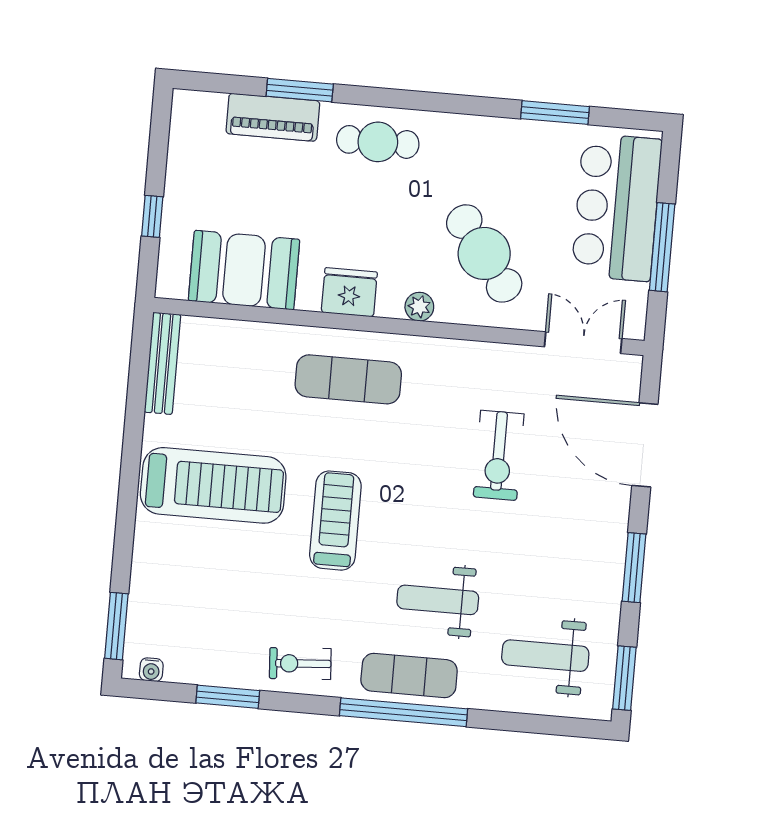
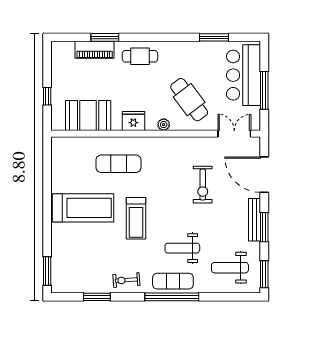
bench: (162, 363) -> (254, 220), moved
exercise mat: (348, 379) -> (118, 164), moved
treadmill: (335, 521) -> (136, 218), turned 180
water cooler: (151, 670) -> (64, 288), removed

